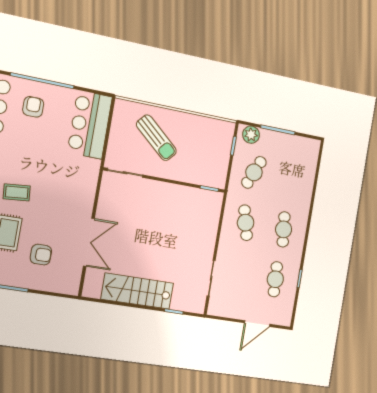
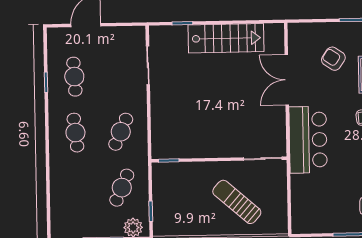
bar counter: (90, 125) -> (308, 140), moved
cafe table: (246, 223) -> (121, 132), turned 39
armchair: (41, 255) -> (333, 59), turned 34

